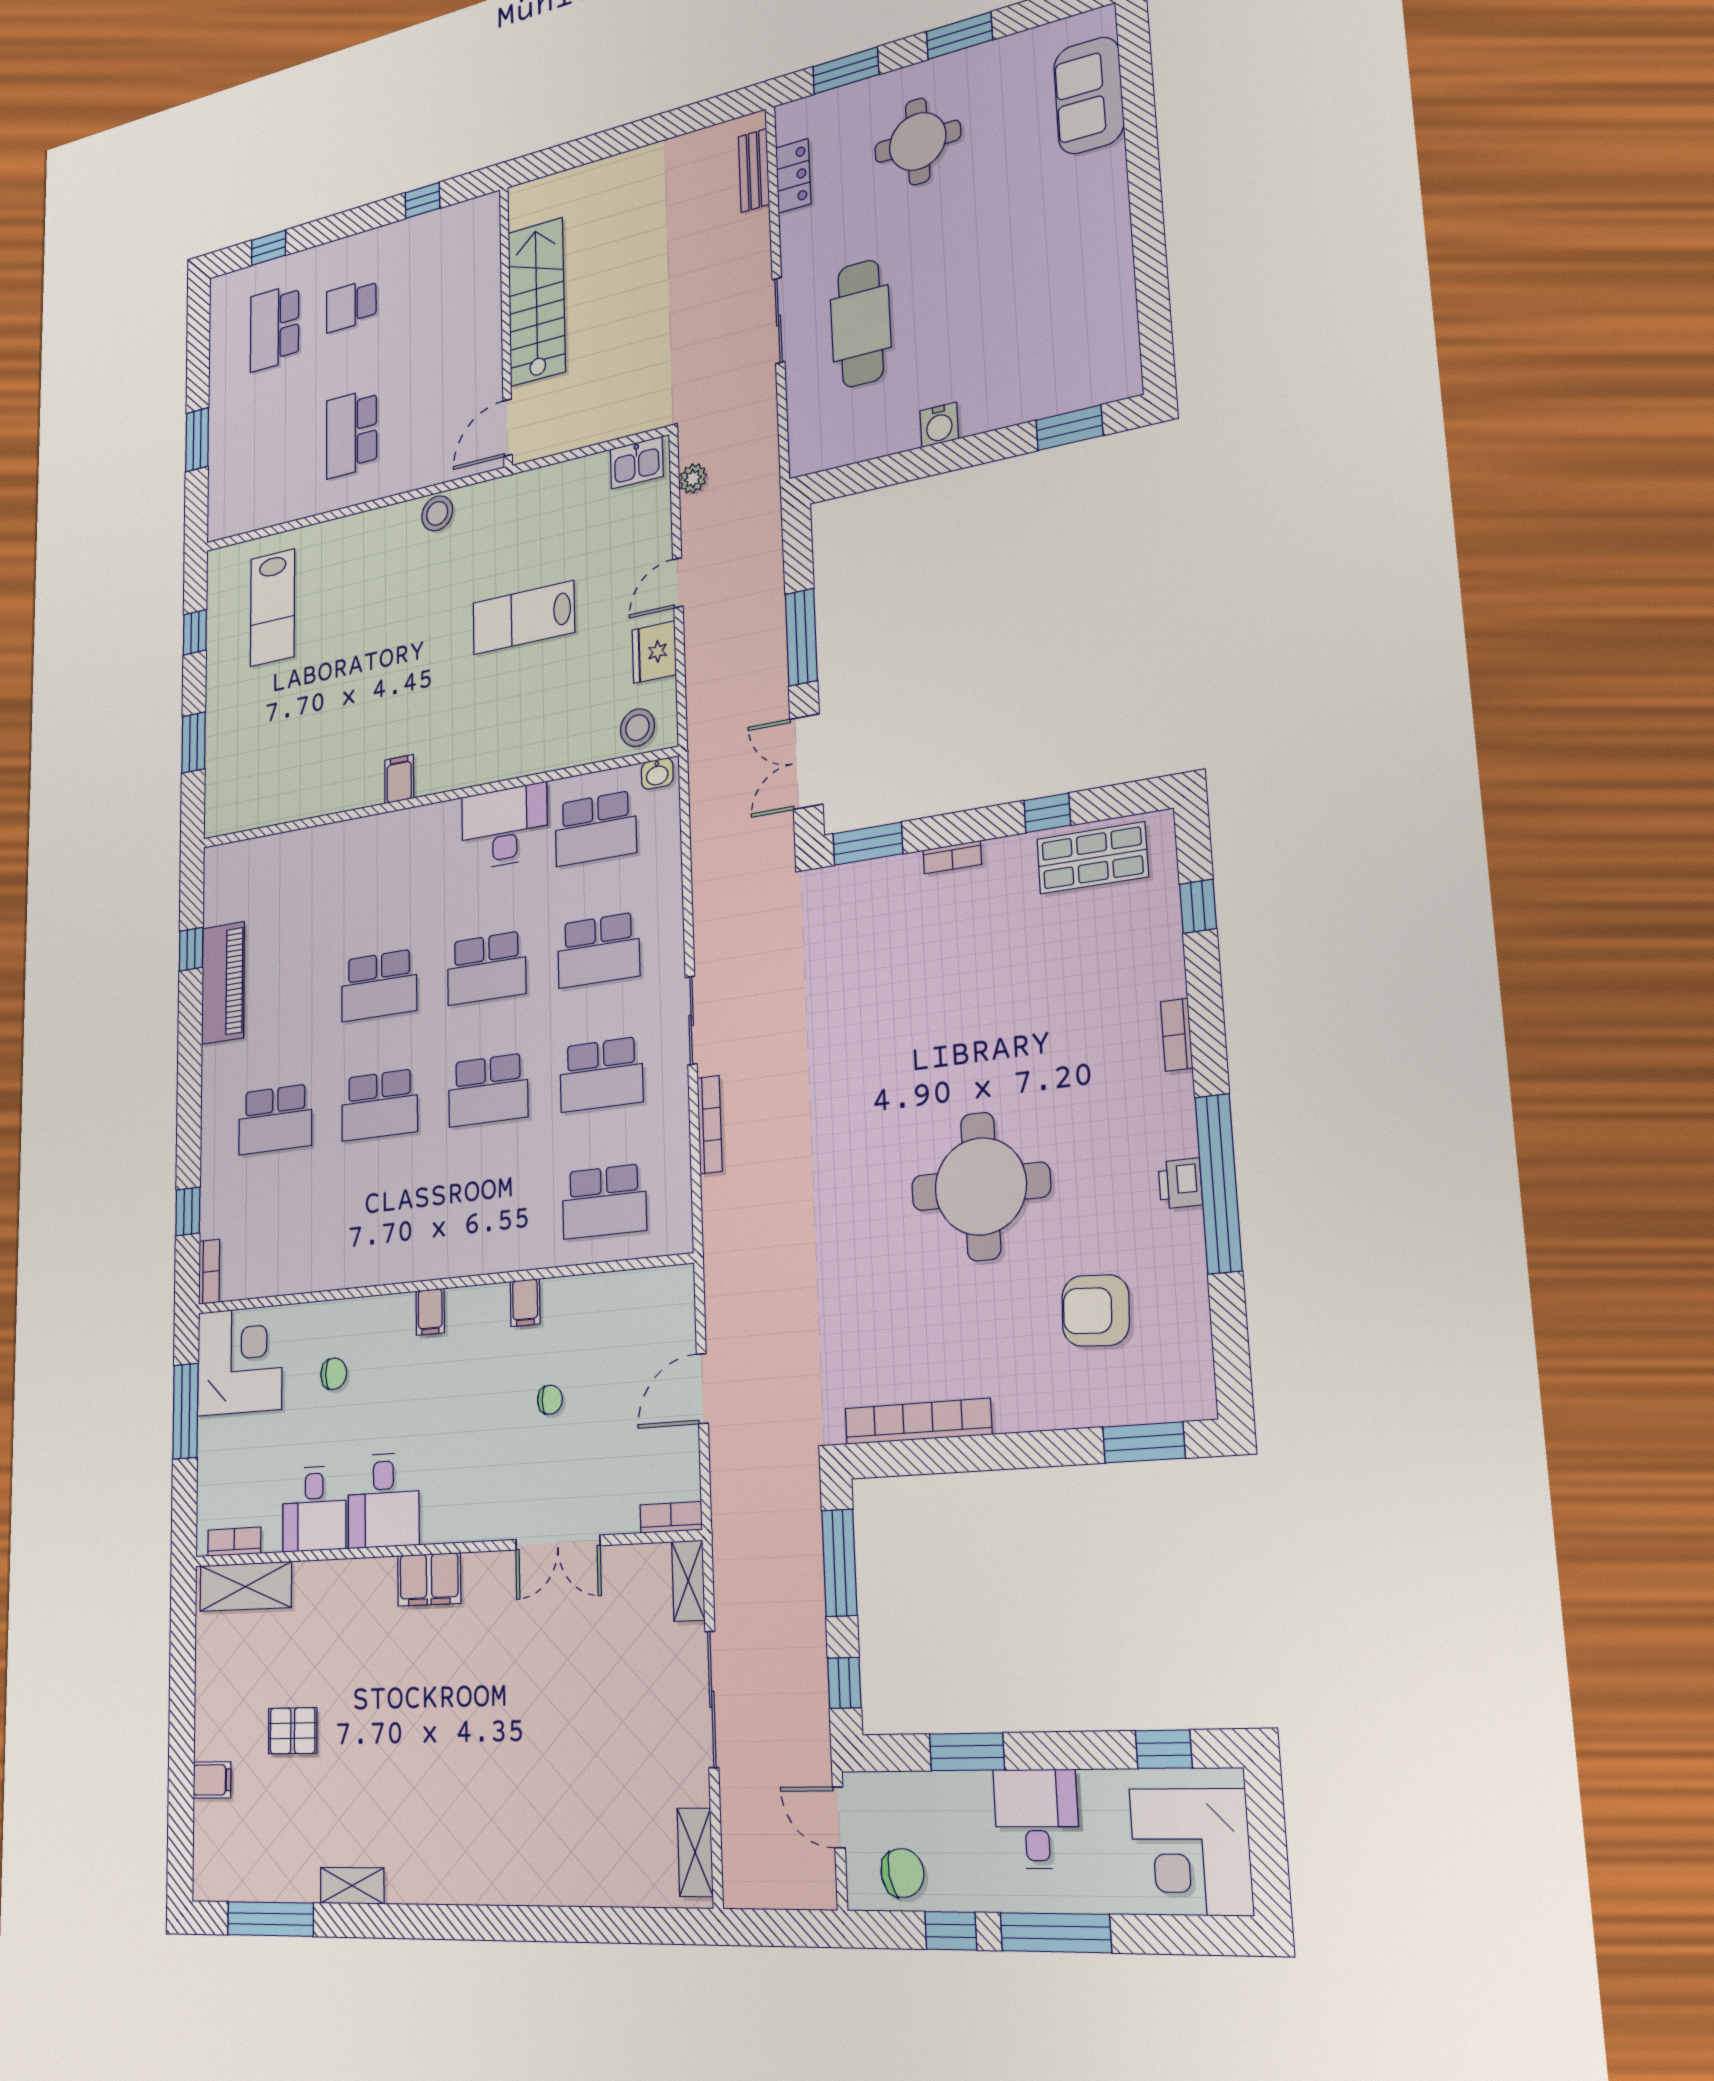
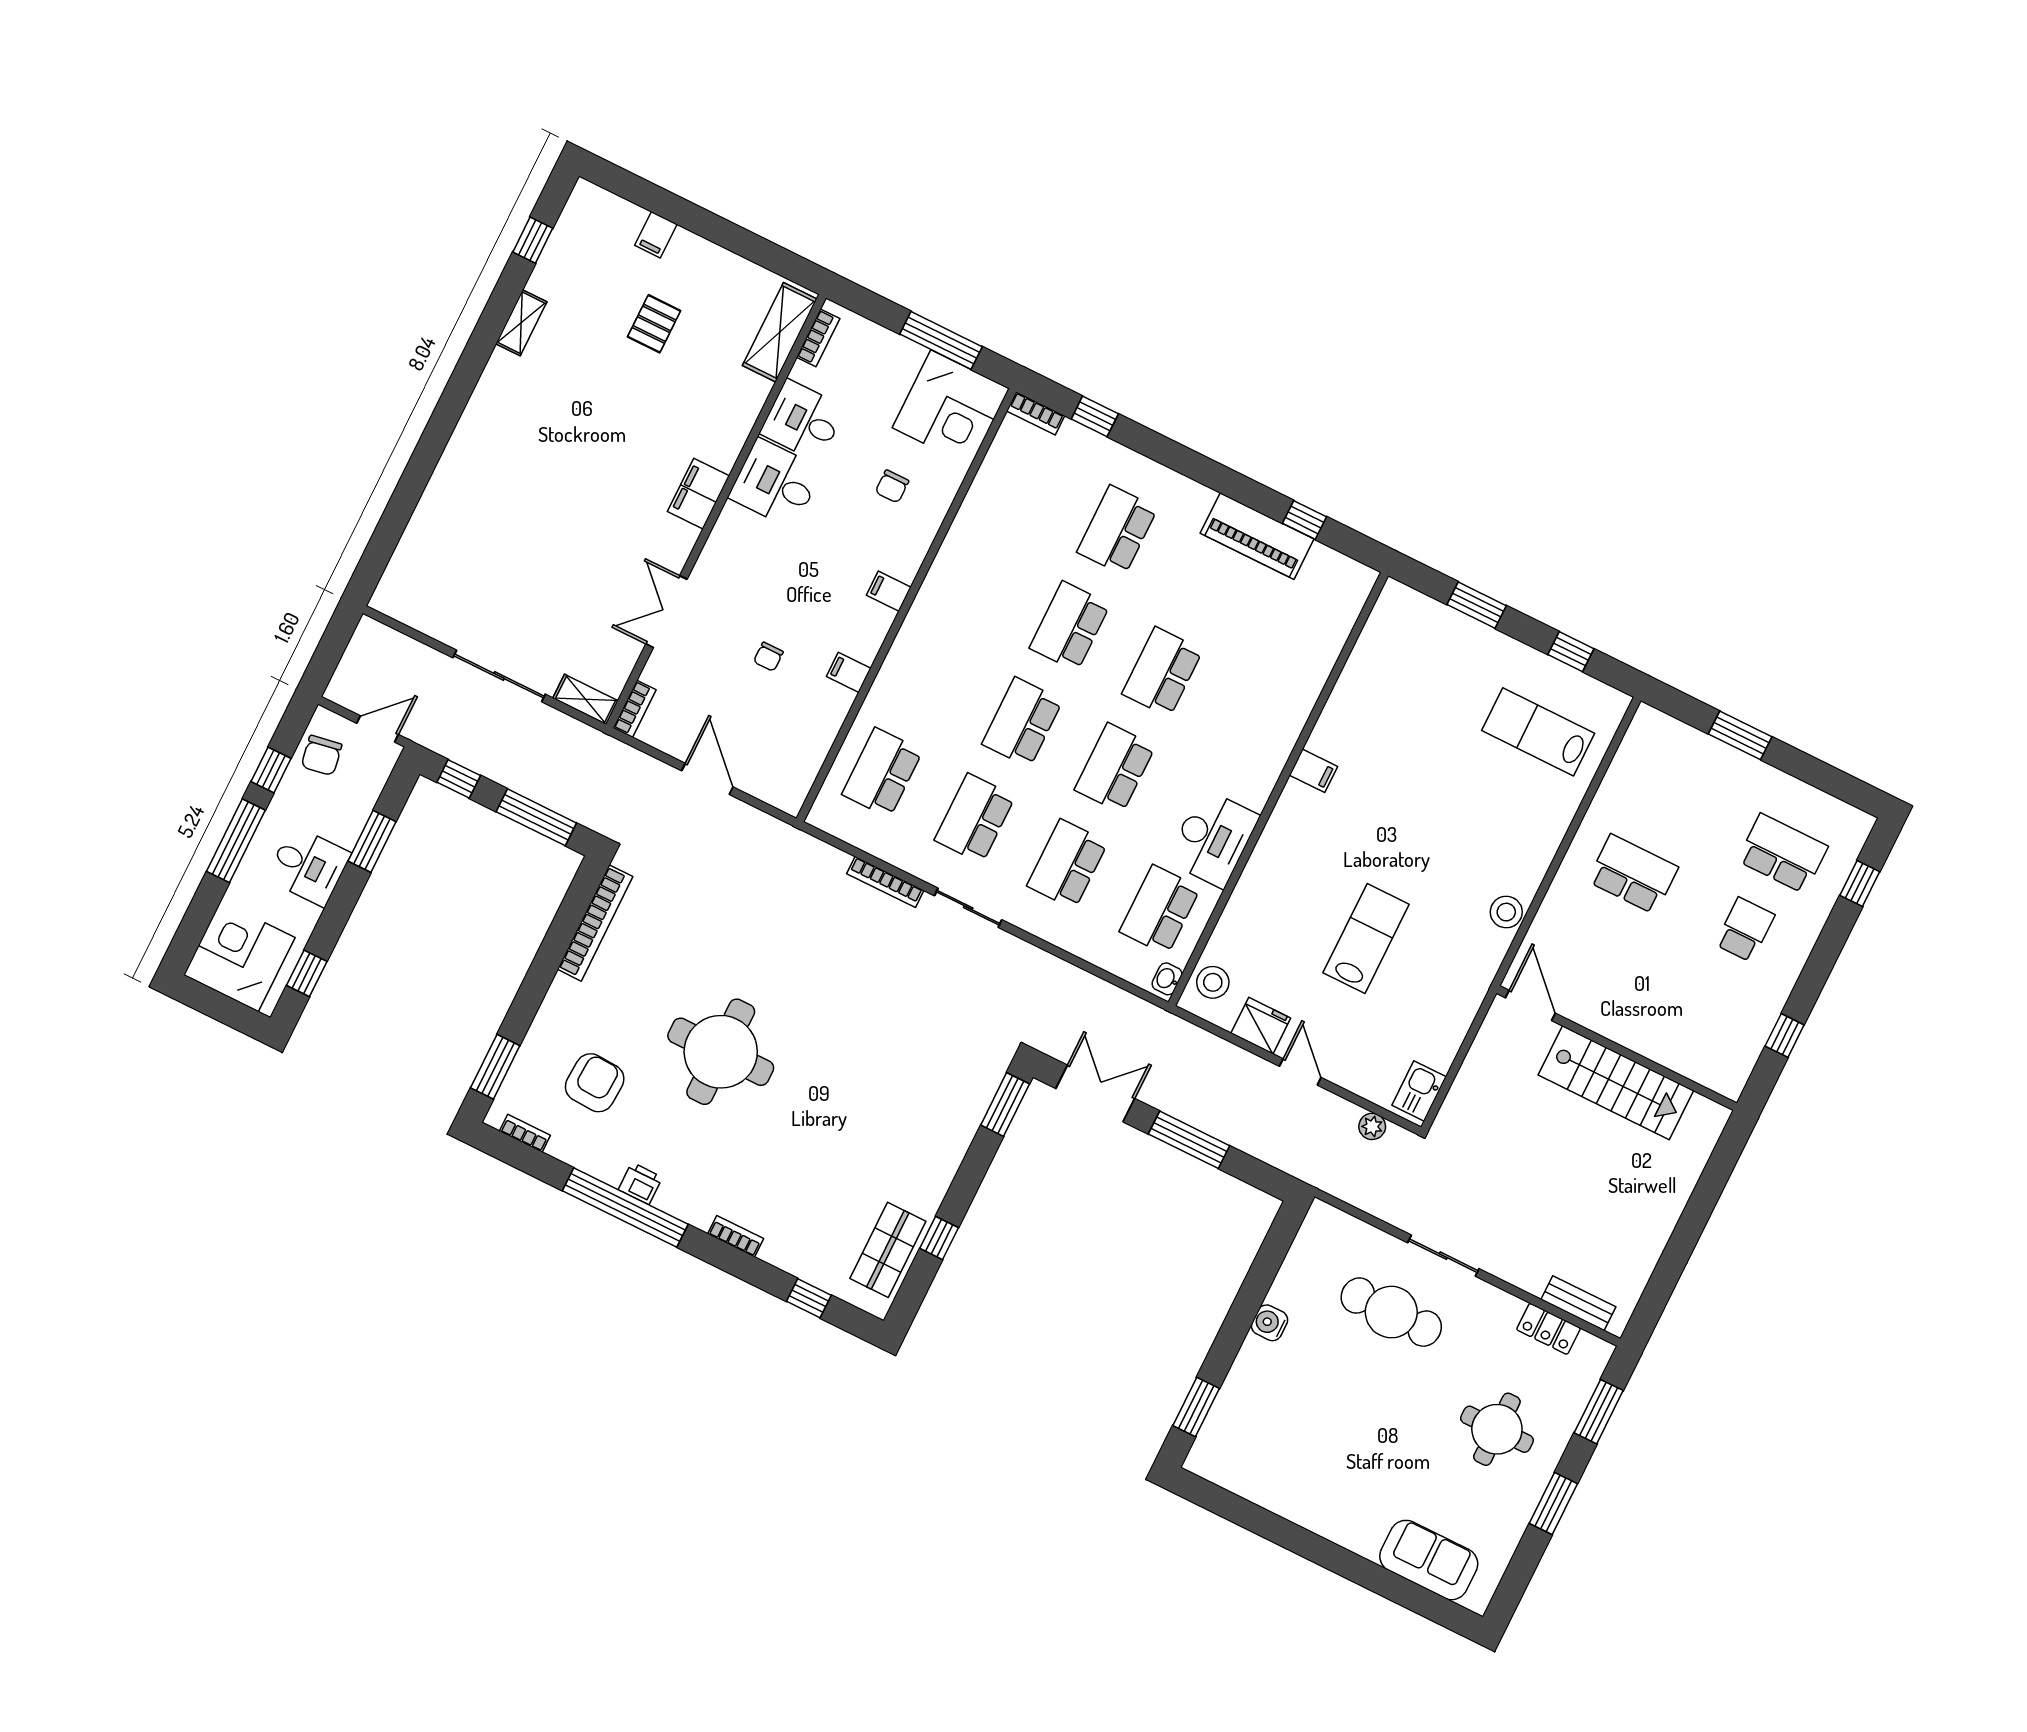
bookcase: (952, 857) -> (525, 1133), moved, turned 90
shelving: (695, 1852) -> (408, 611), removed
window: (270, 1919) -> (533, 240), width x0.46

